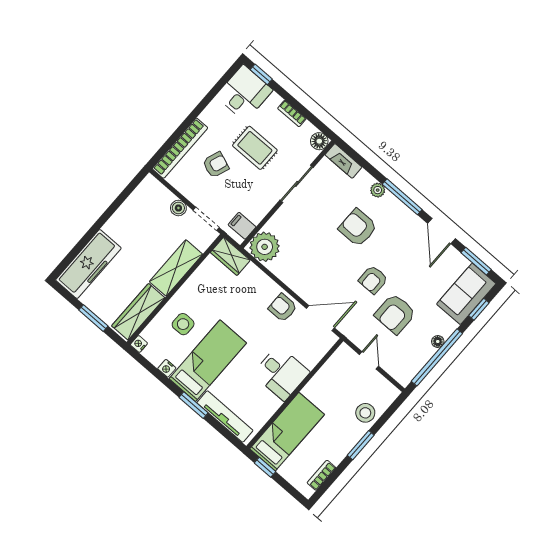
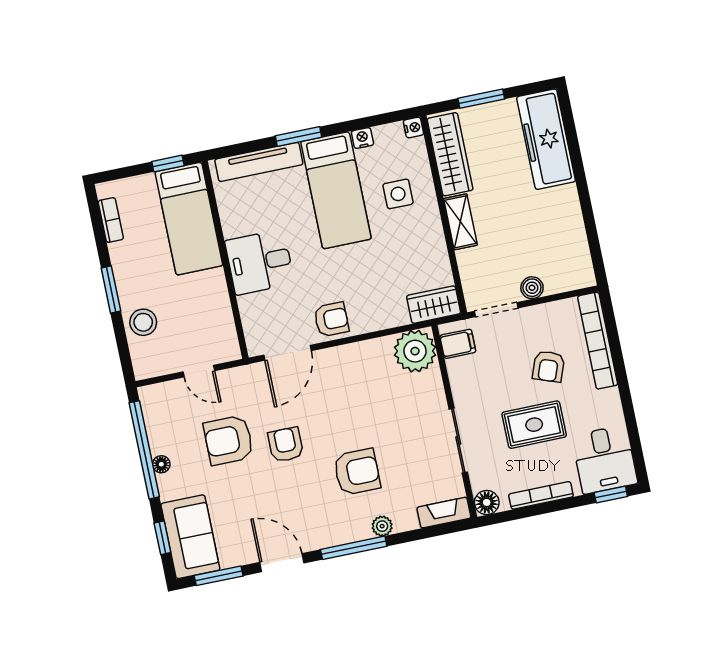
bookcase: (292, 113) -> (541, 495), width x1.56
shelving: (176, 268) -> (460, 222), width x0.67, depth x0.75
armchair: (395, 314) -> (228, 440), turned -90

